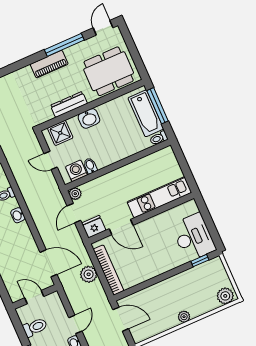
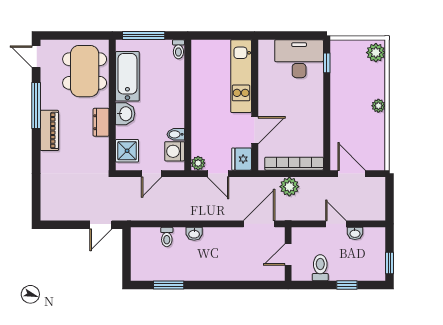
dresser: (69, 104) -> (101, 122), width x0.70
bathtub: (146, 113) -> (127, 76), moved, turned -90
door: (121, 319) -> (352, 174), hinge flipped

